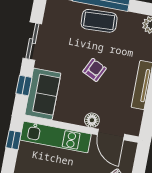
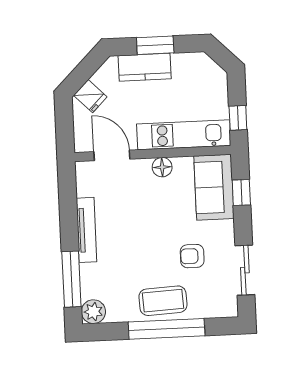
sliding door: (32, 41) -> (245, 270), moved
armchair: (95, 70) -> (192, 256), moved, turned 64
floor lamp: (92, 120) -> (162, 167), moved

